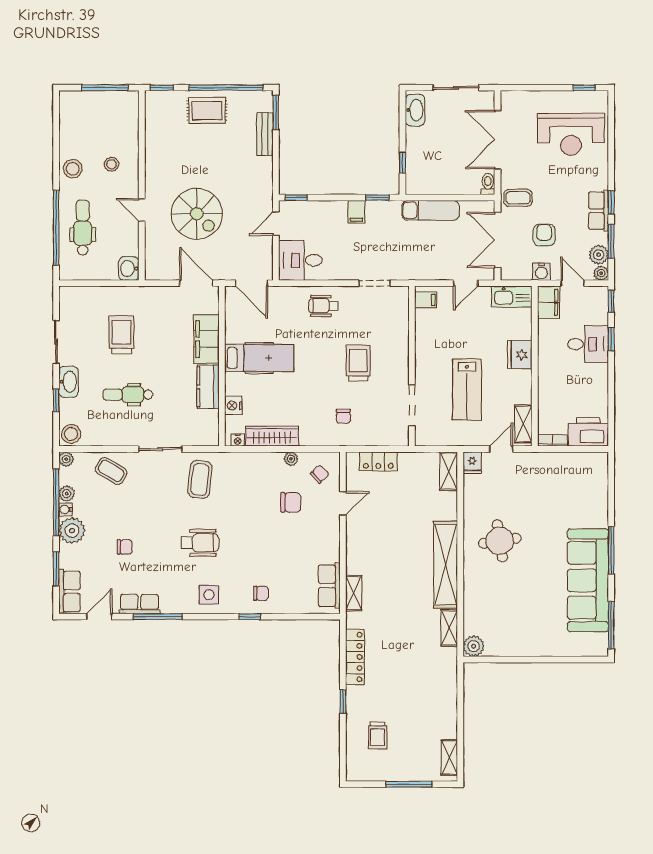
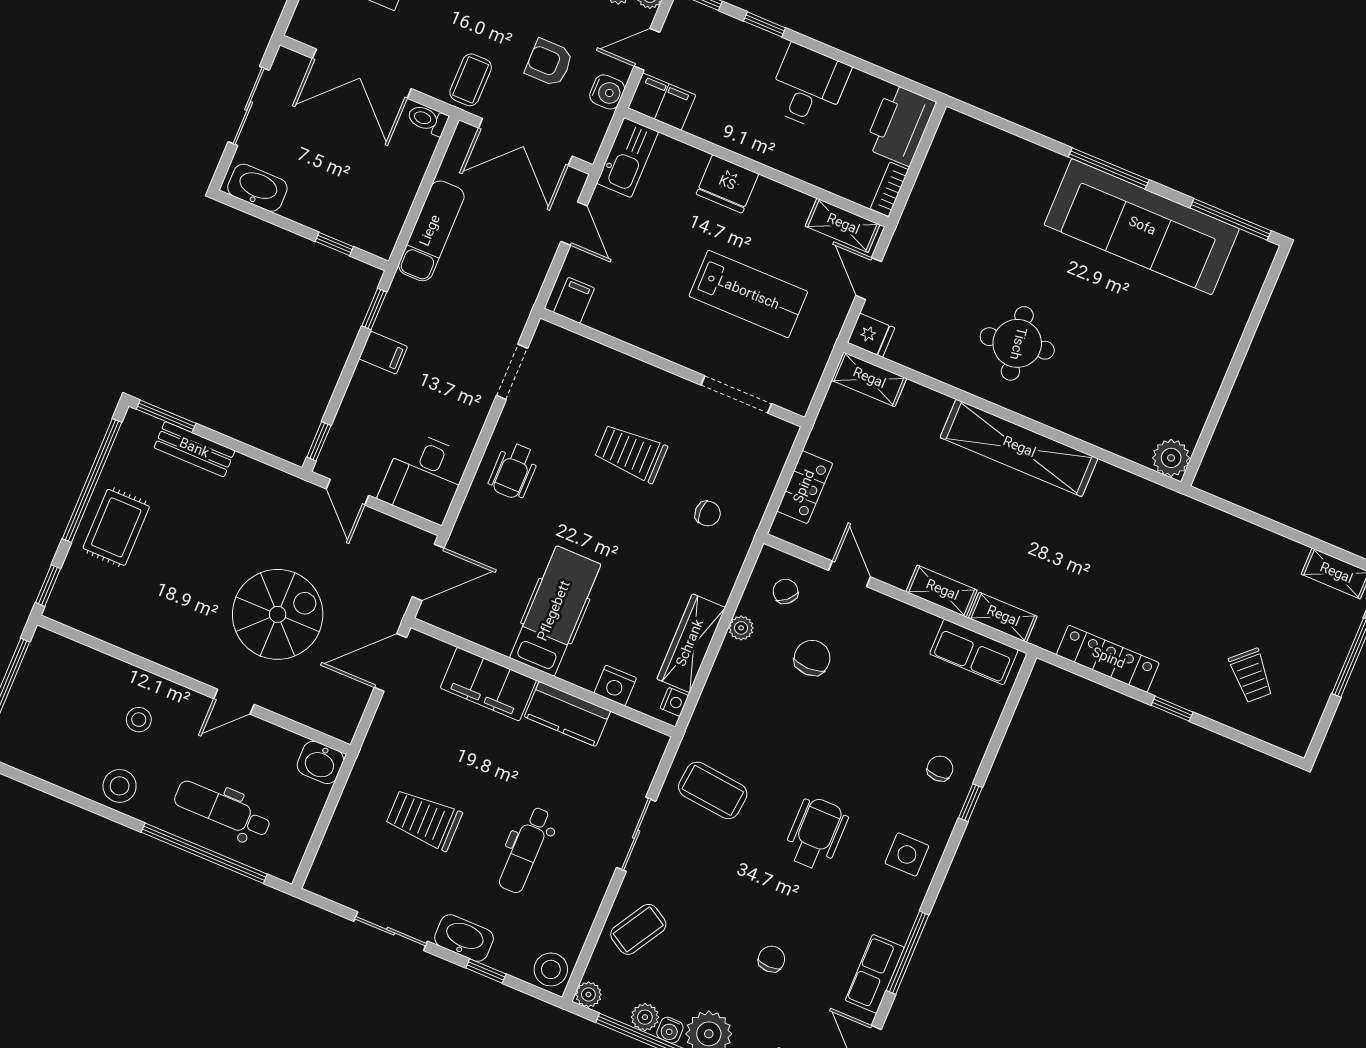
desk: (588, 344) -> (808, 87), moved
shelving: (449, 628) -> (942, 591), moved
trolley: (378, 735) -> (1251, 675), turned 47

